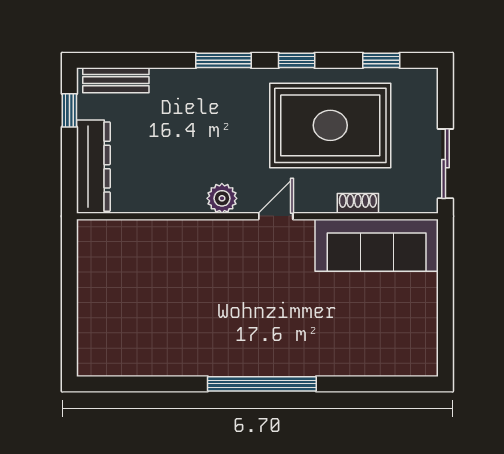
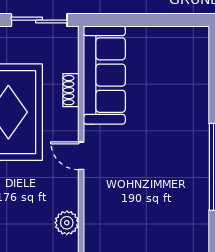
plant: (222, 198) -> (67, 223), moved

